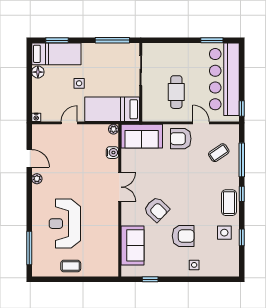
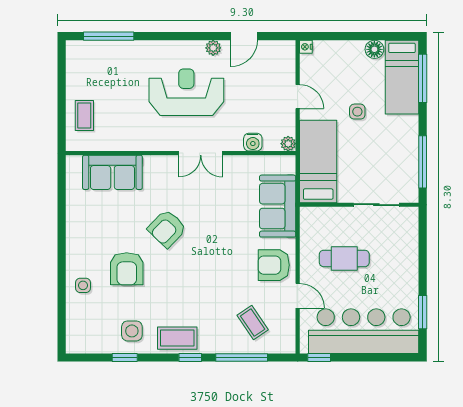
window: (57, 40) -> (423, 78), width x1.44
door: (201, 123) -> (298, 296), hinge flipped
plant: (113, 129) -> (288, 144), moved
armchair: (181, 139) -> (274, 265), turned -90
water cooler: (112, 153) -> (253, 142), moved
double door: (120, 187) -> (201, 153), moved
wall: (120, 200) -> (181, 153), moved
reception desk: (65, 224) -> (186, 92), moved
sofa: (132, 245) -> (112, 172), moved
coffee table: (71, 266) -> (84, 115), moved
window: (150, 279) -> (62, 219), removed

